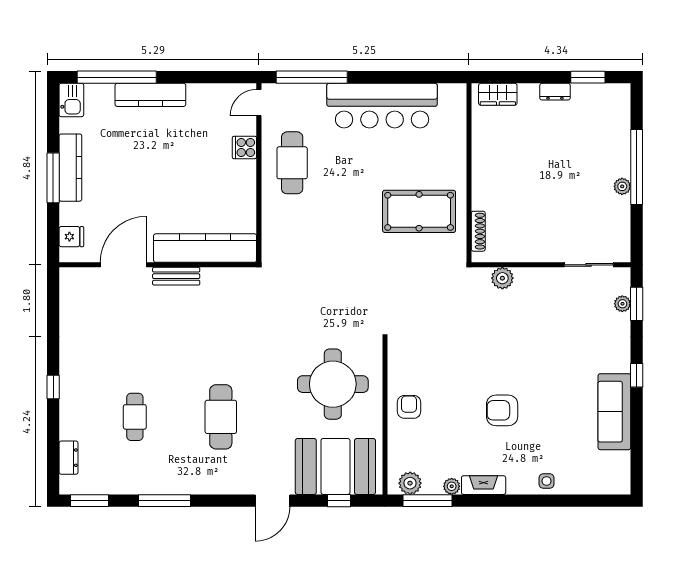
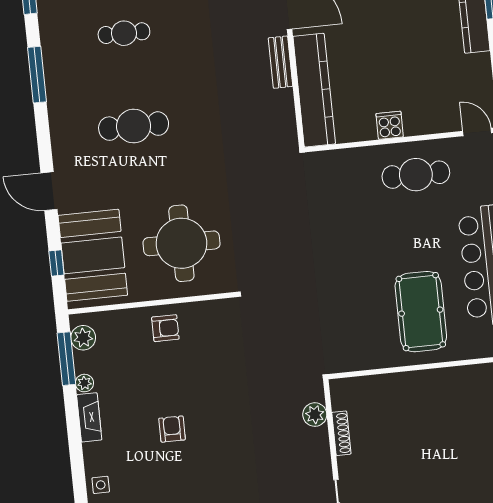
cooker: (244, 147) -> (390, 125), moved
pool table: (419, 211) -> (421, 312), moved
shoe rack: (478, 231) -> (341, 433), moved, turned -90
armchair: (502, 410) -> (172, 429), width x0.72, depth x0.72

